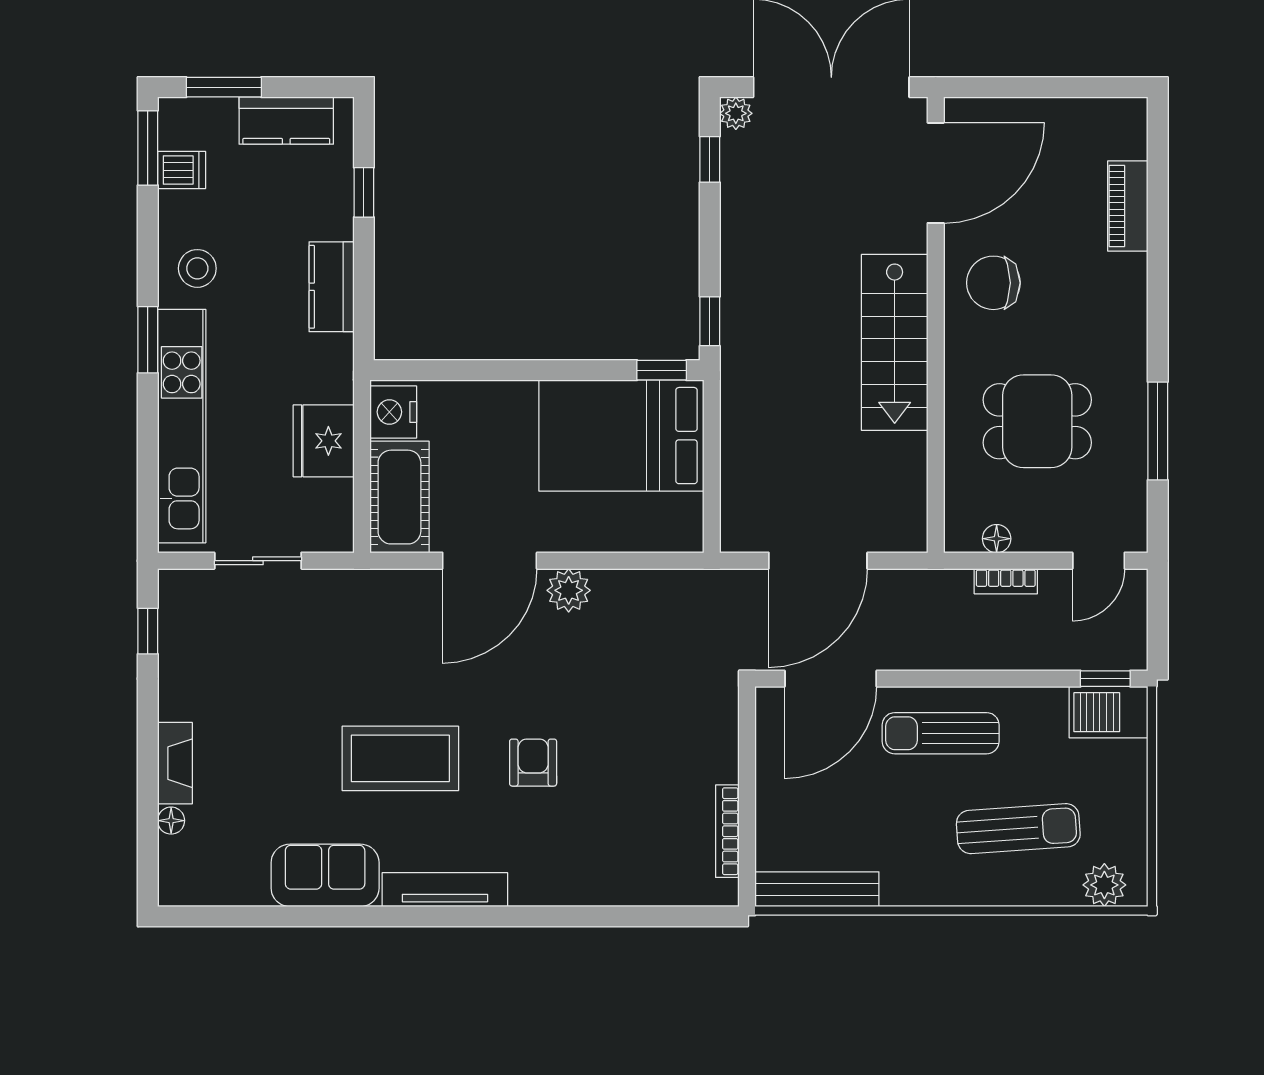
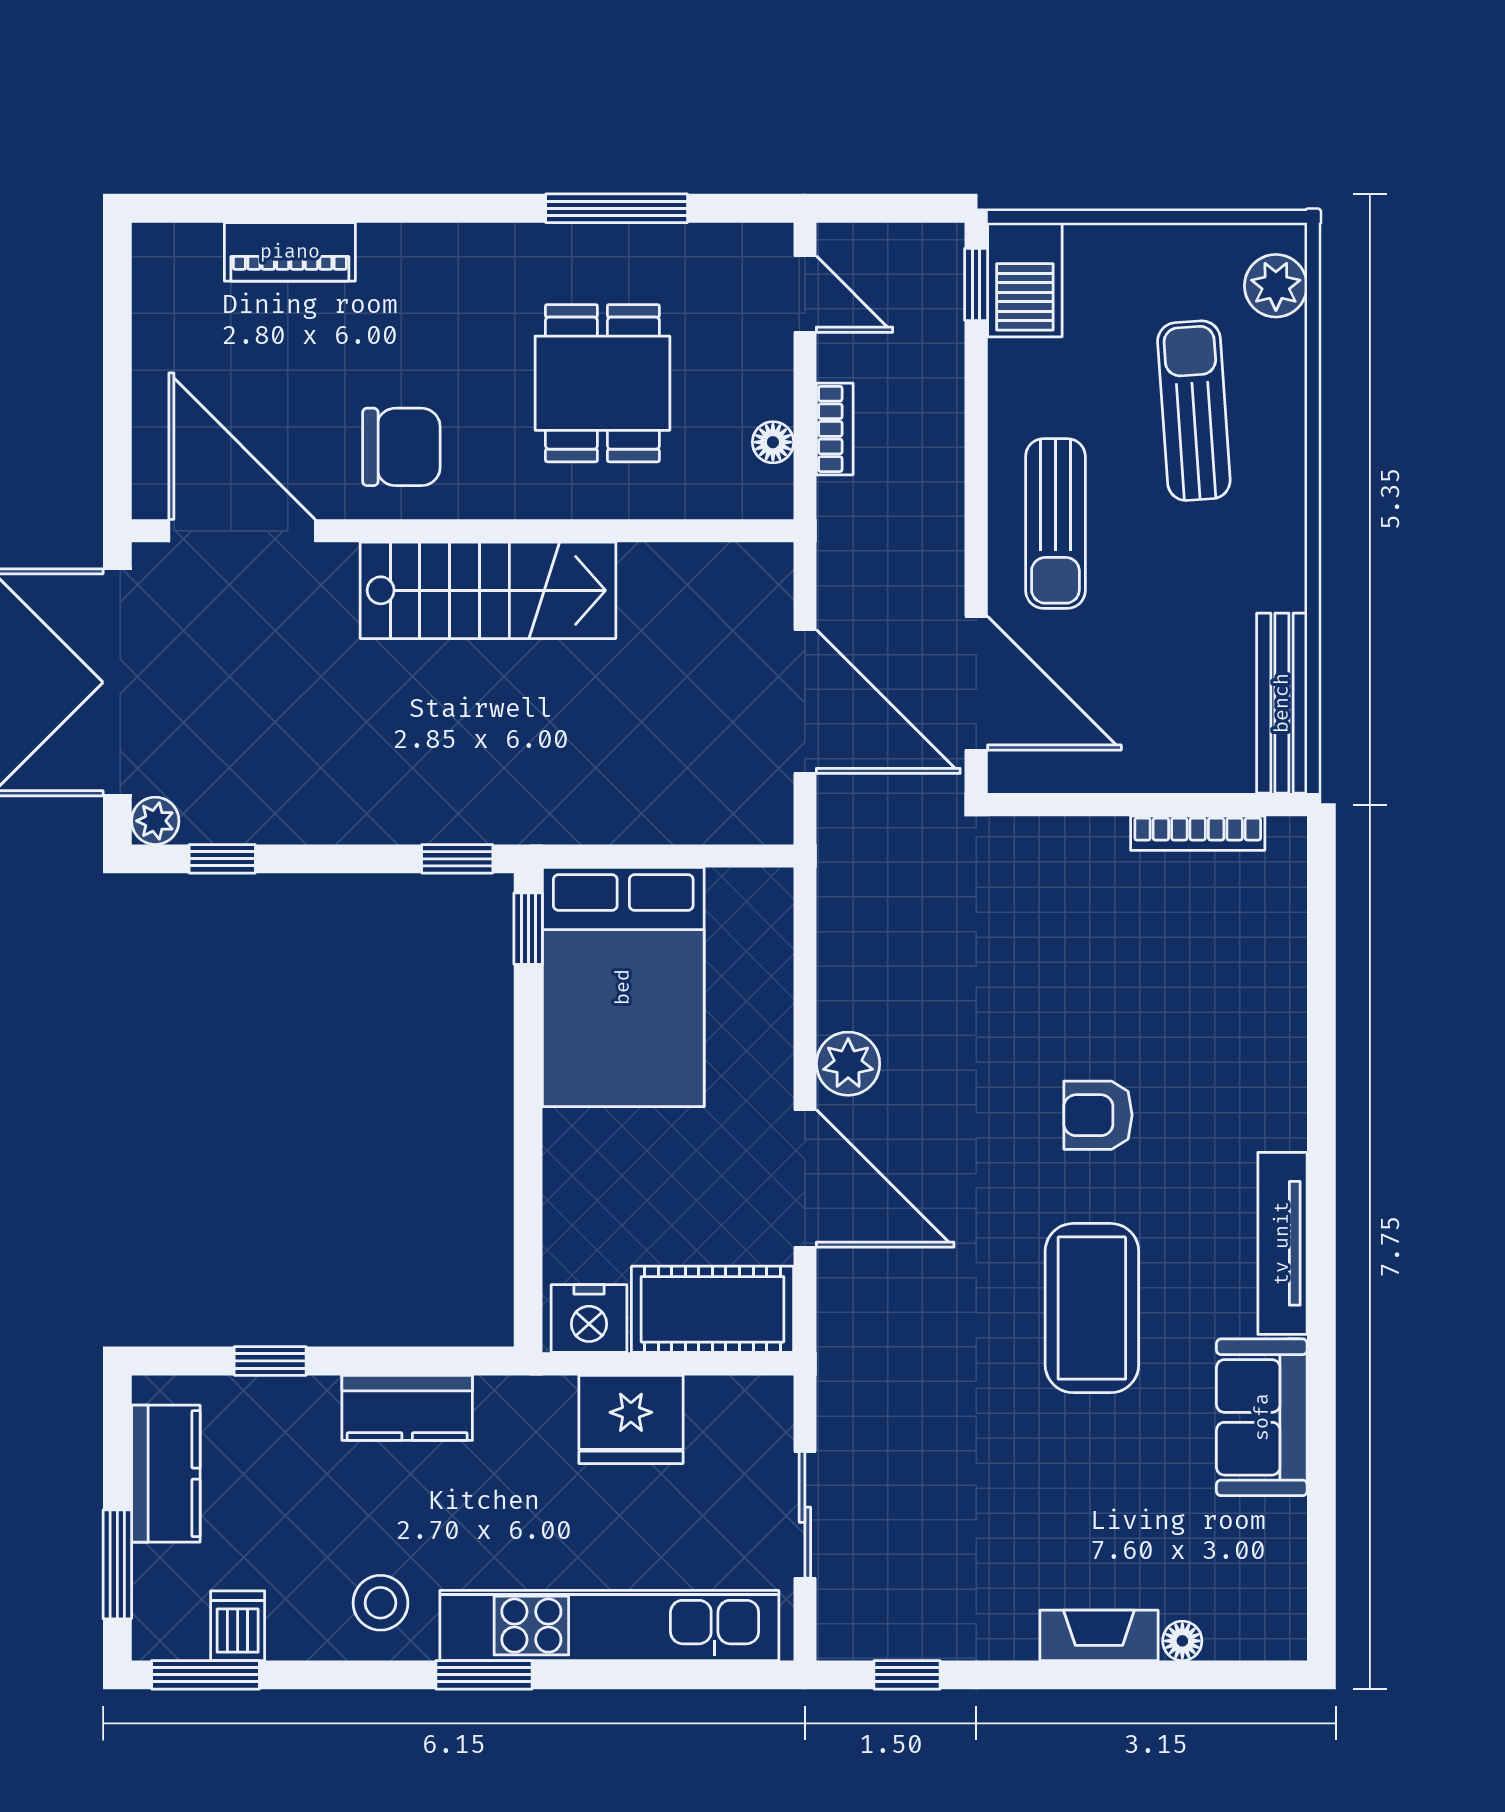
chair: (993, 283) -> (401, 447), turned -90

